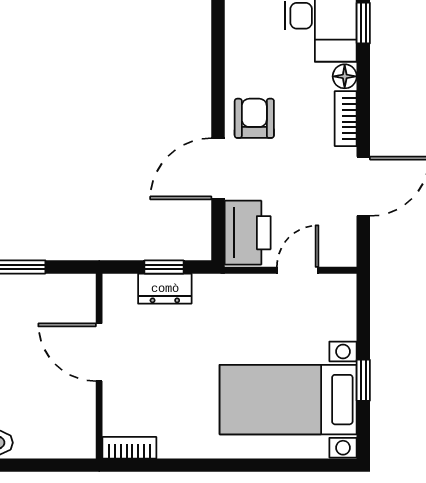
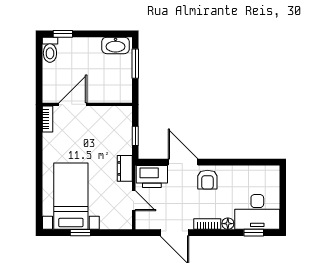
armchair: (254, 118) -> (207, 180), turned 90
dresser: (165, 289) -> (125, 168), moved
door: (99, 352) -> (73, 104), moved

